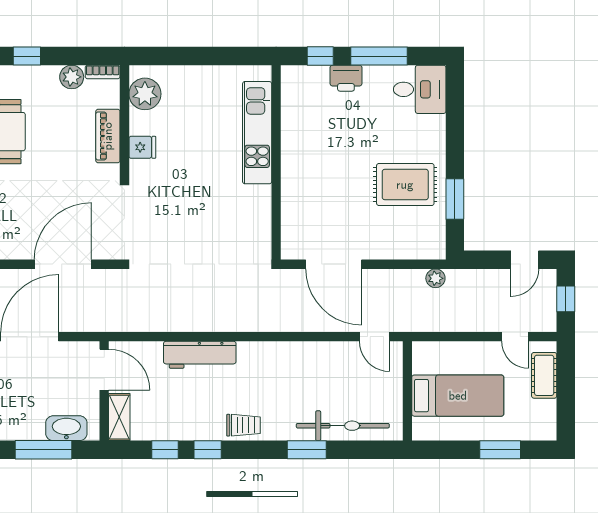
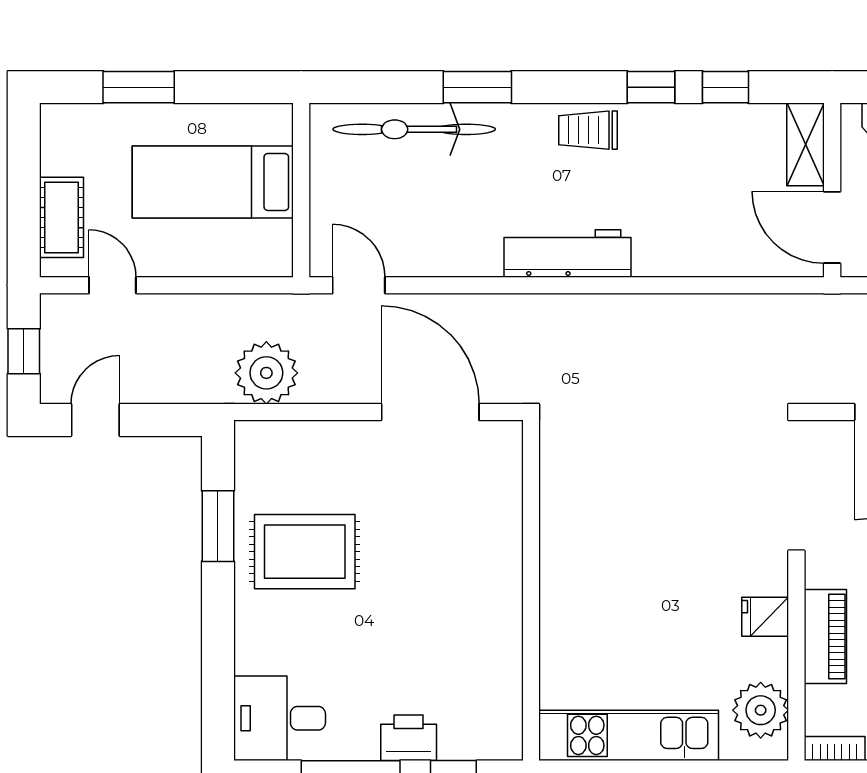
kitchen unit: (257, 133) -> (629, 735), moved, turned -90
plant: (435, 278) -> (266, 373), width x1.88, depth x1.88
workbench: (200, 355) -> (567, 253), moved

